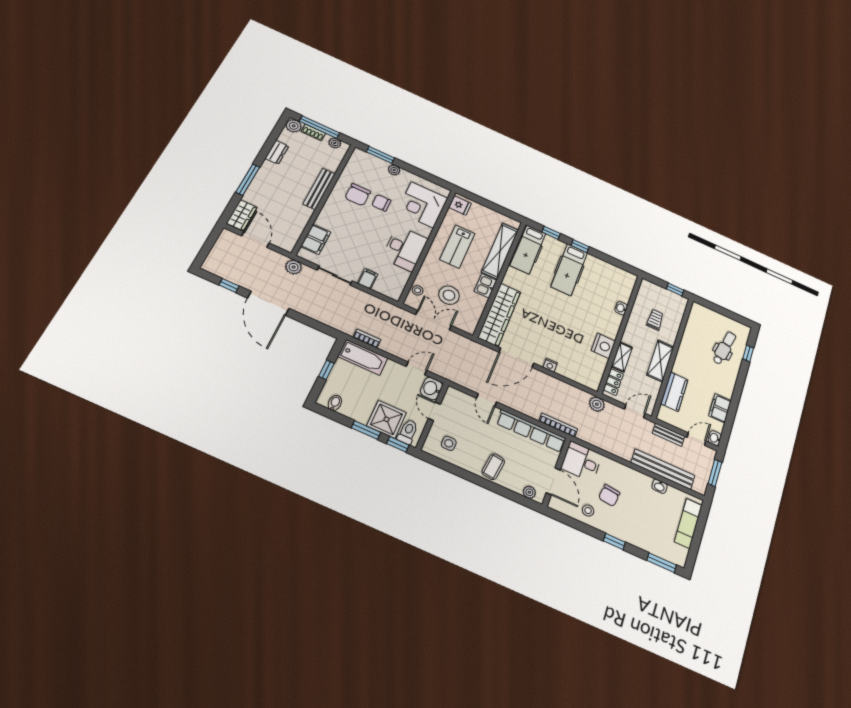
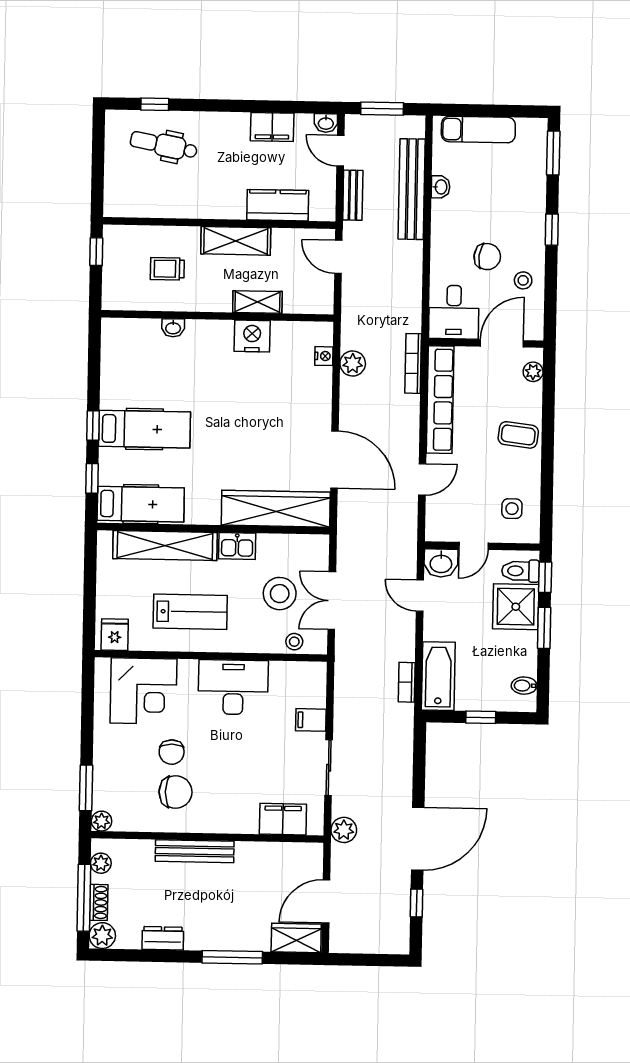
plant: (394, 170) -> (102, 821), moved
nightstand: (550, 365) -> (324, 356), moved
locker: (613, 382) -> (306, 303), removed
plant: (597, 404) -> (353, 364), moved

